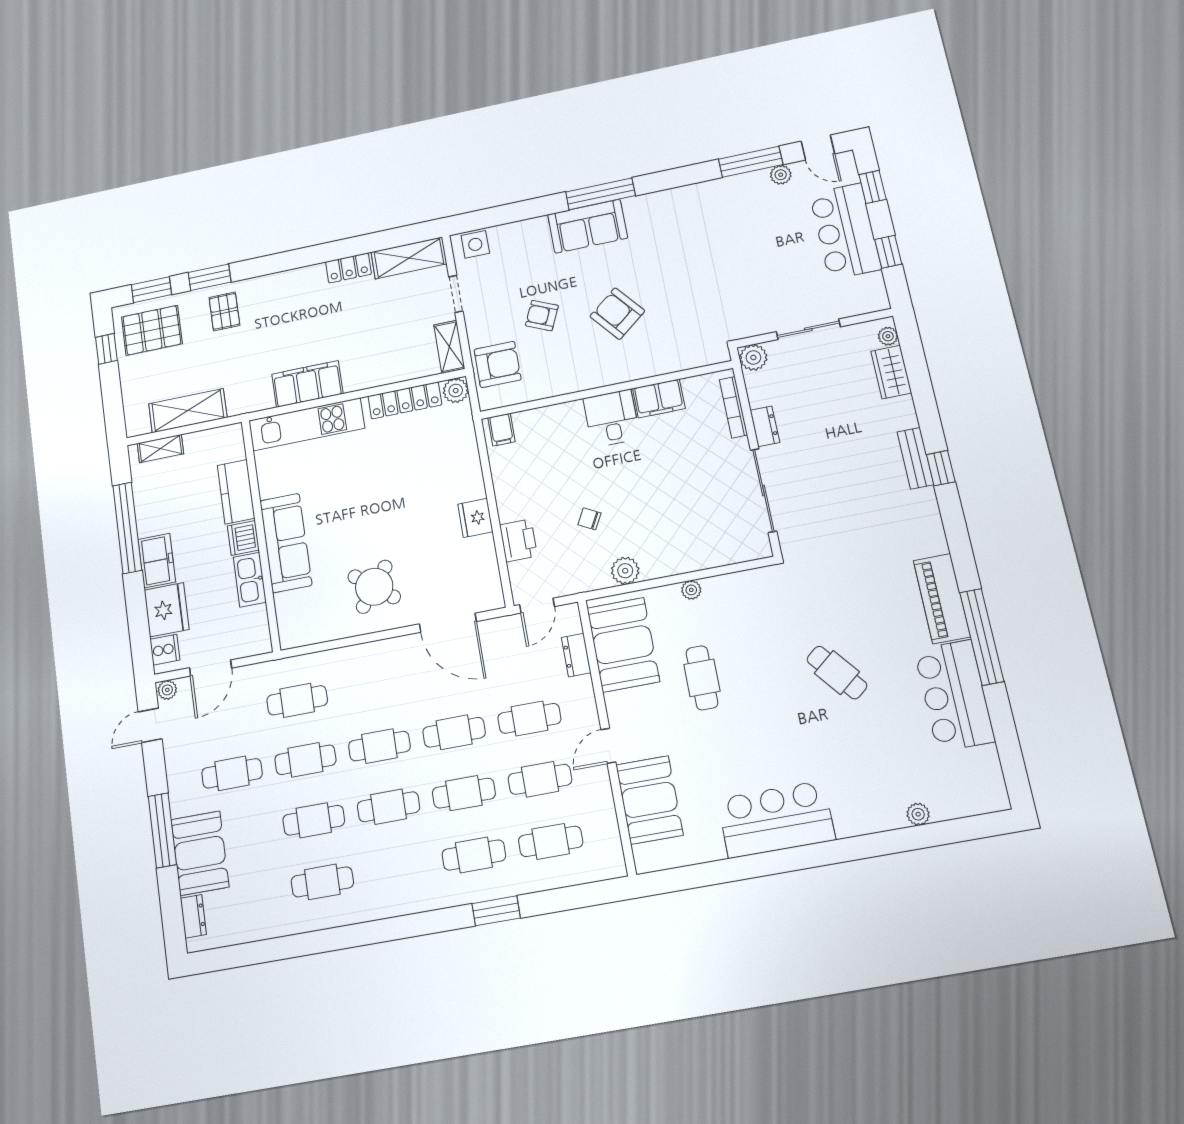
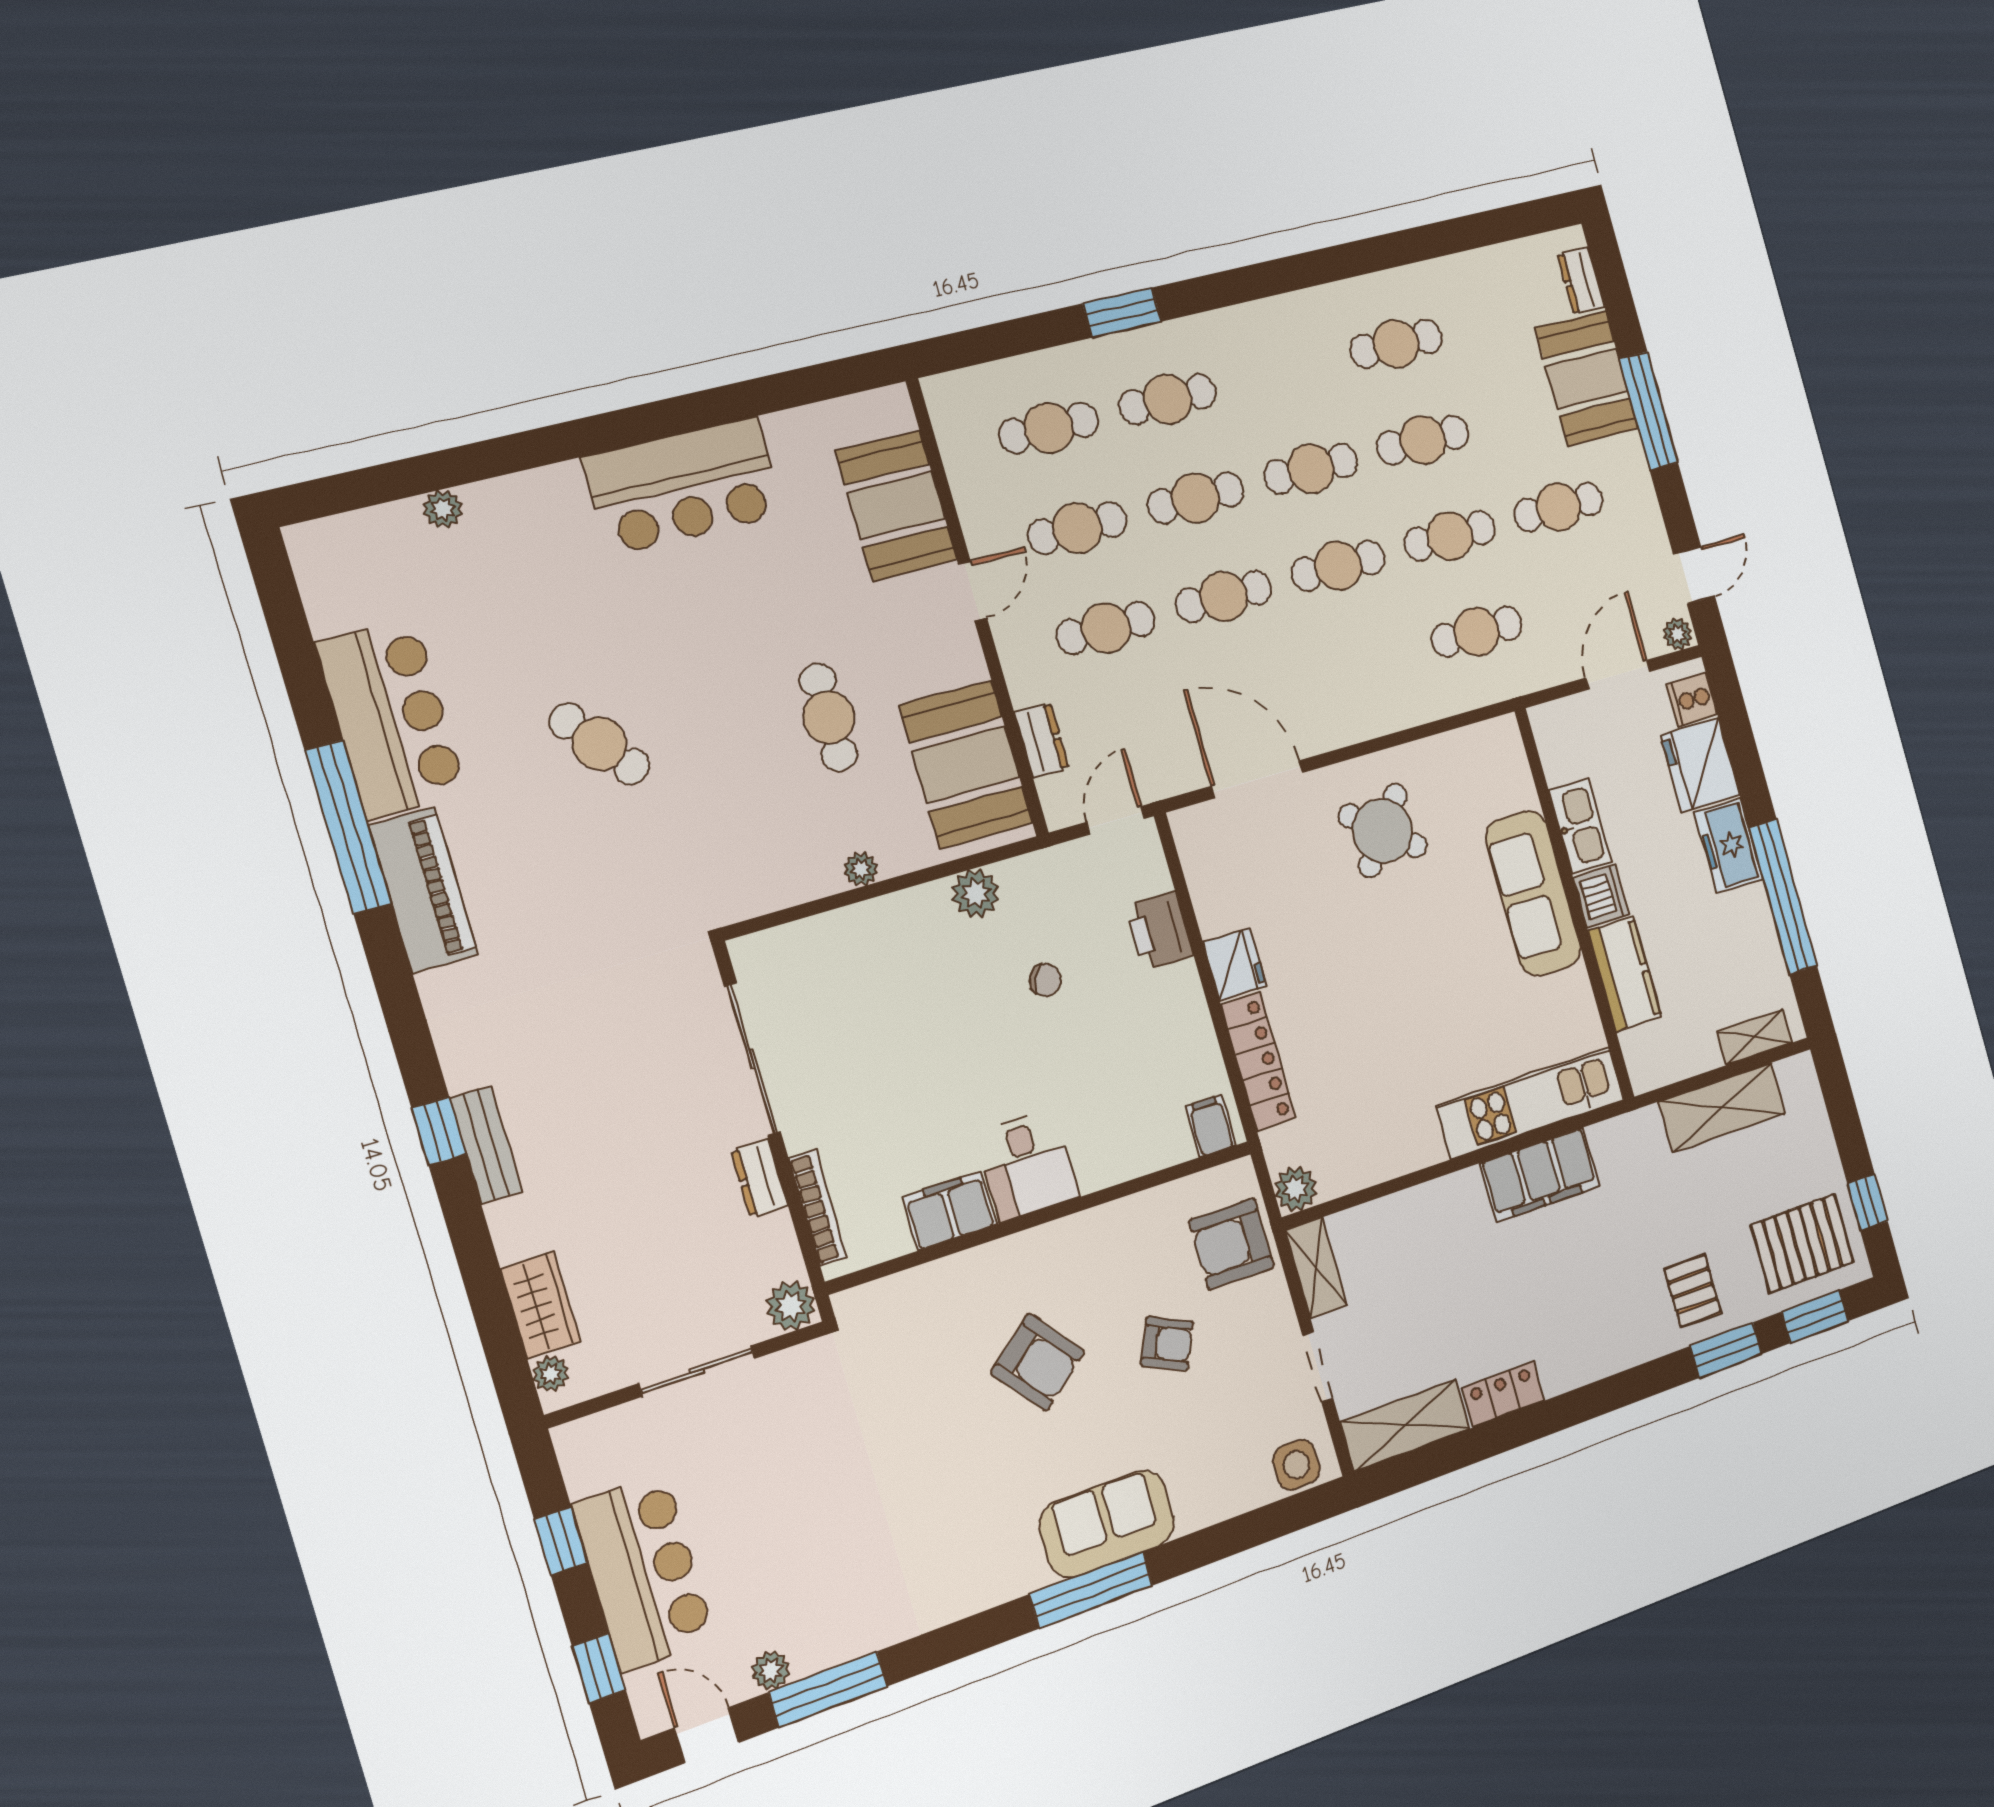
locker: (405, 400) -> (1258, 1061), moved, turned 90

